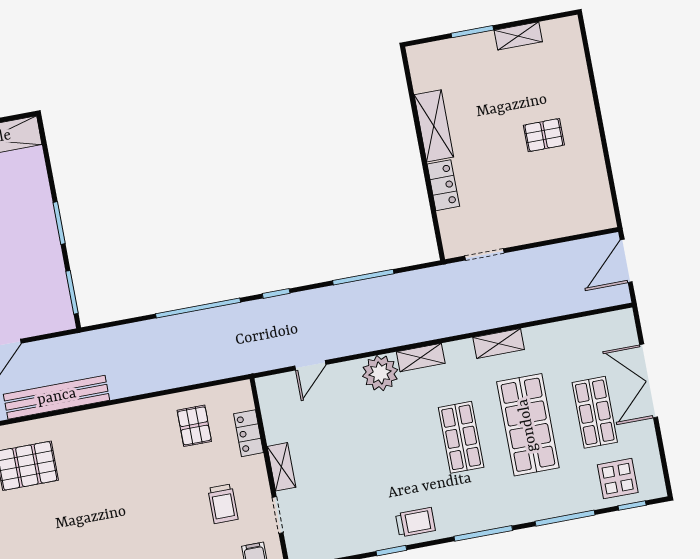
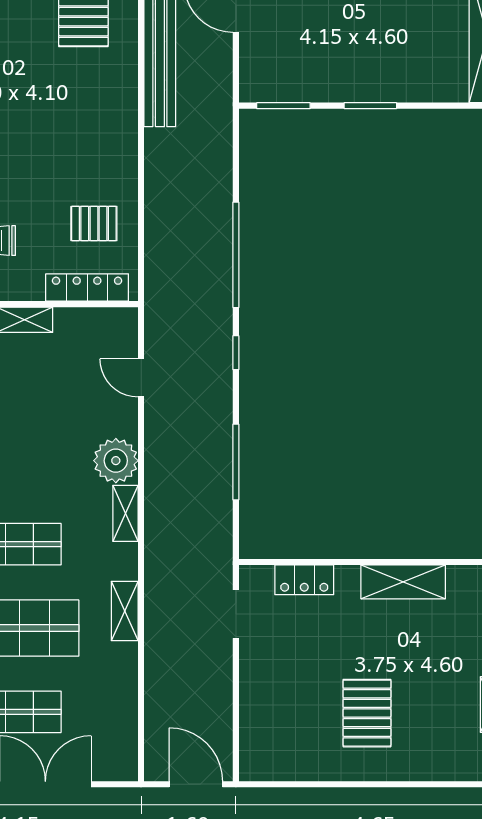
pallet: (544, 135) -> (367, 713), width x1.50, depth x1.42
locker: (443, 185) -> (304, 580), moved
locker: (248, 433) -> (87, 288), width x1.53

